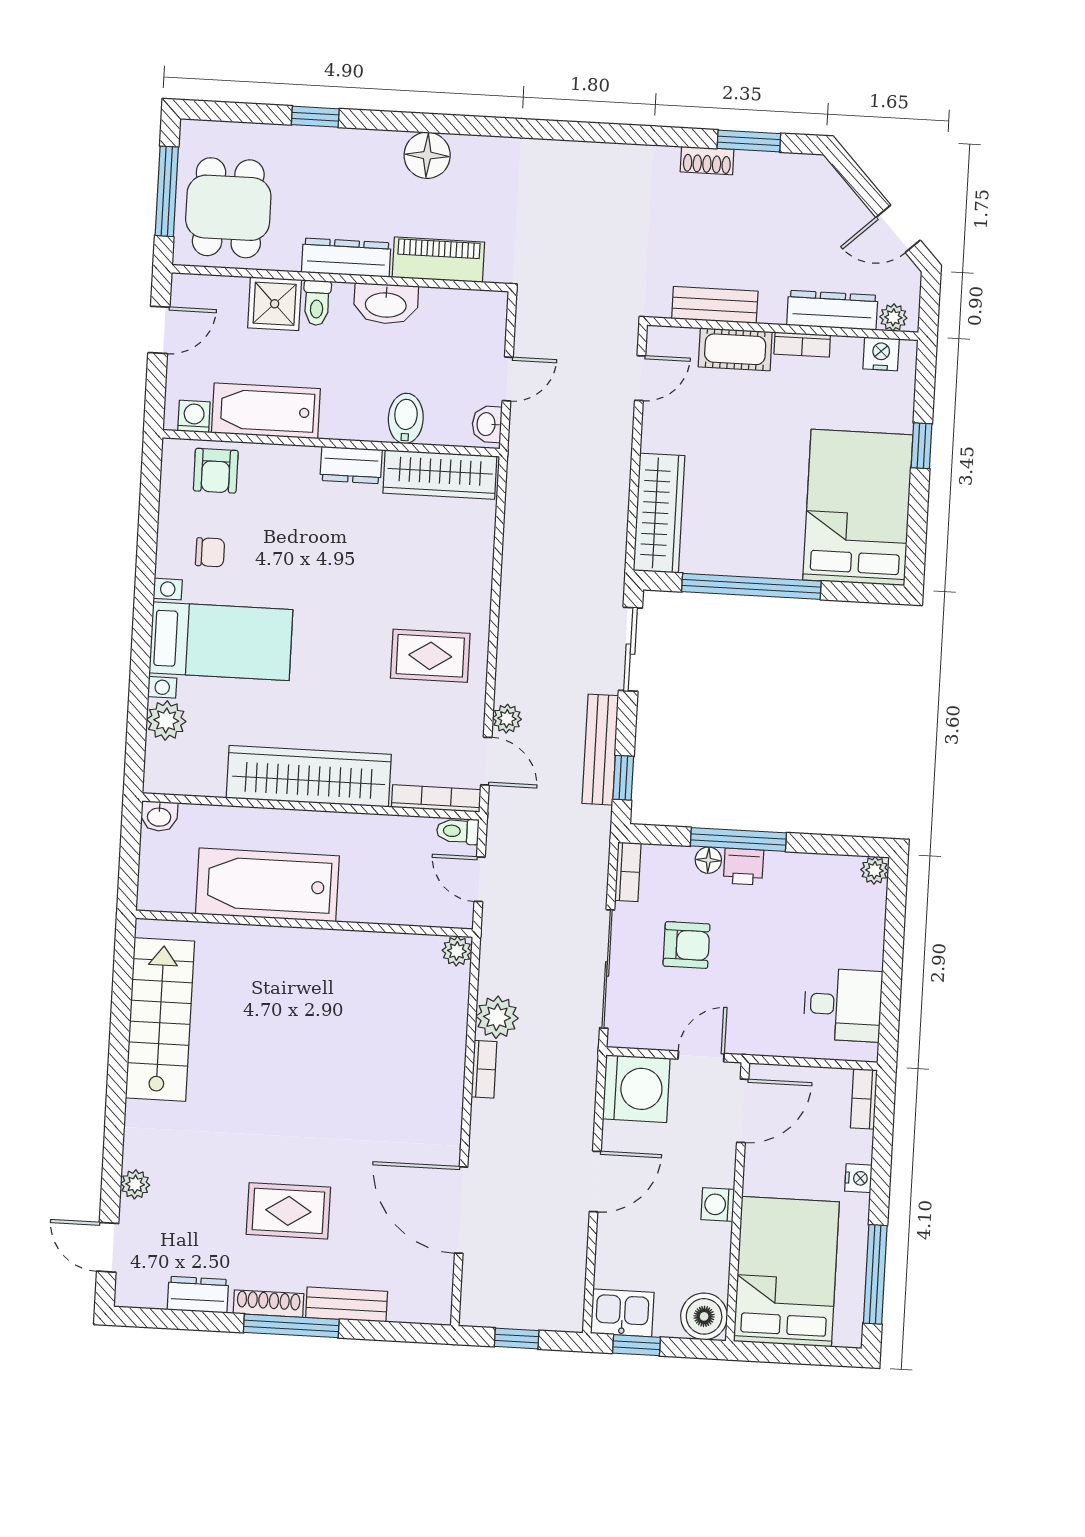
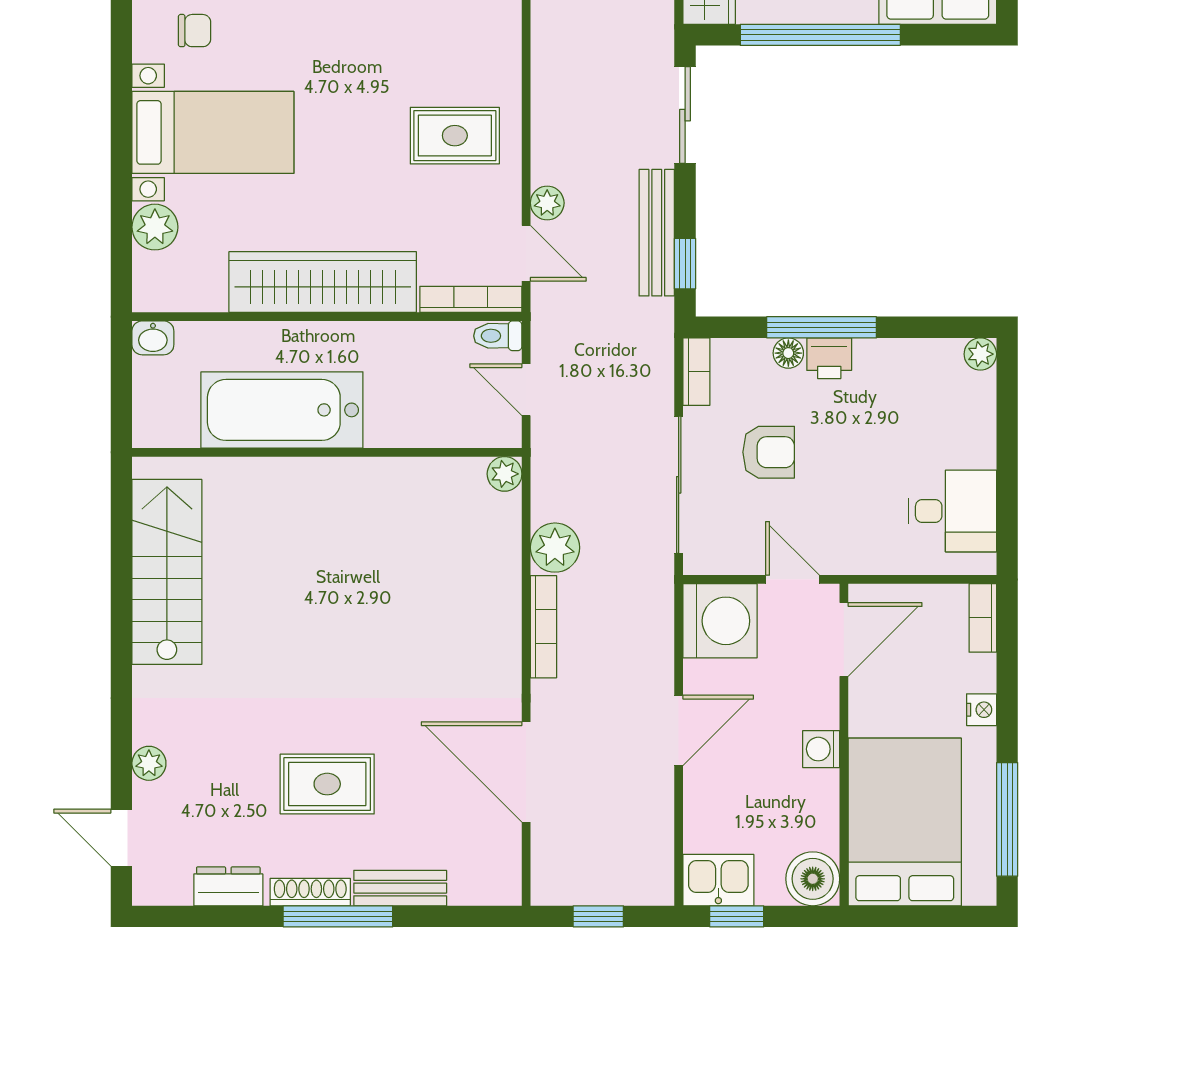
door: (701, 1056) -> (792, 579), hinge flipped
bookcase: (484, 1069) -> (543, 627), width x1.56

